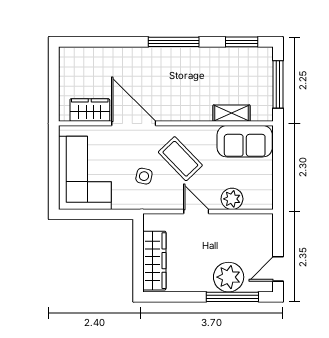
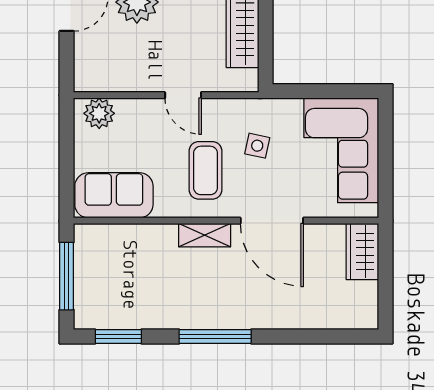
wardrobe: (90, 110) -> (362, 251), moved, turned 90
shelving: (231, 113) -> (205, 235), moved
coffee table: (180, 159) -> (206, 170), turned 44
plant: (232, 199) -> (99, 113), moved

